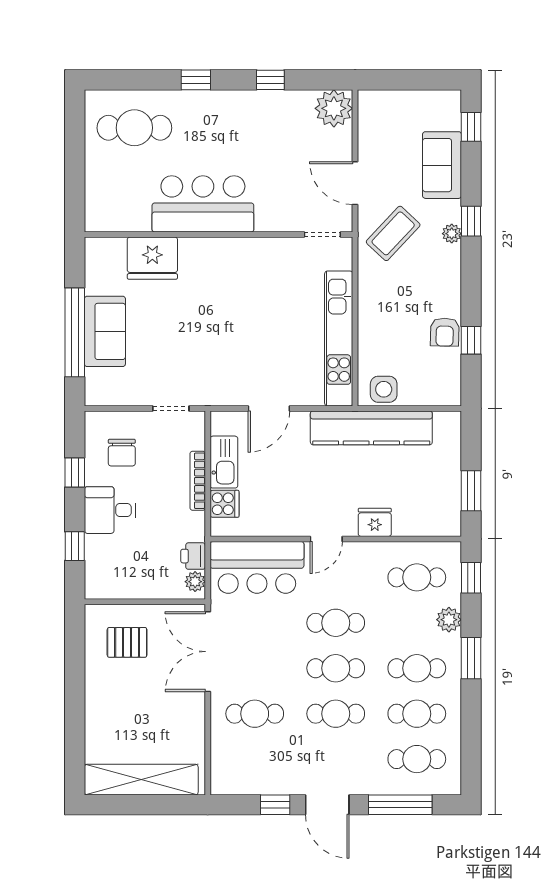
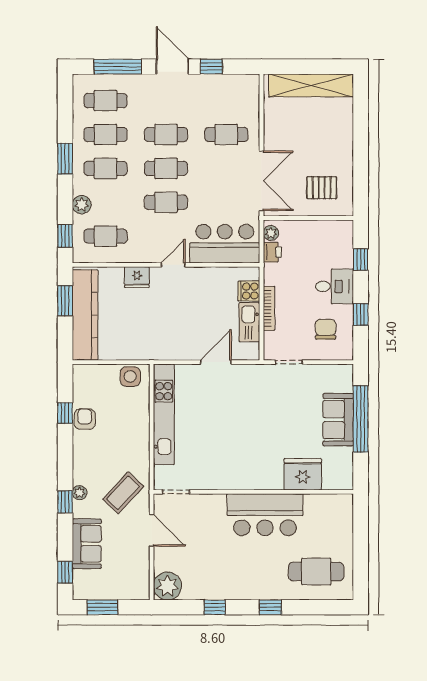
window: (421, 80) -> (102, 607), added
kitchen counter: (371, 428) -> (85, 315), moved, turned 90
window: (471, 658) -> (65, 159), moved

